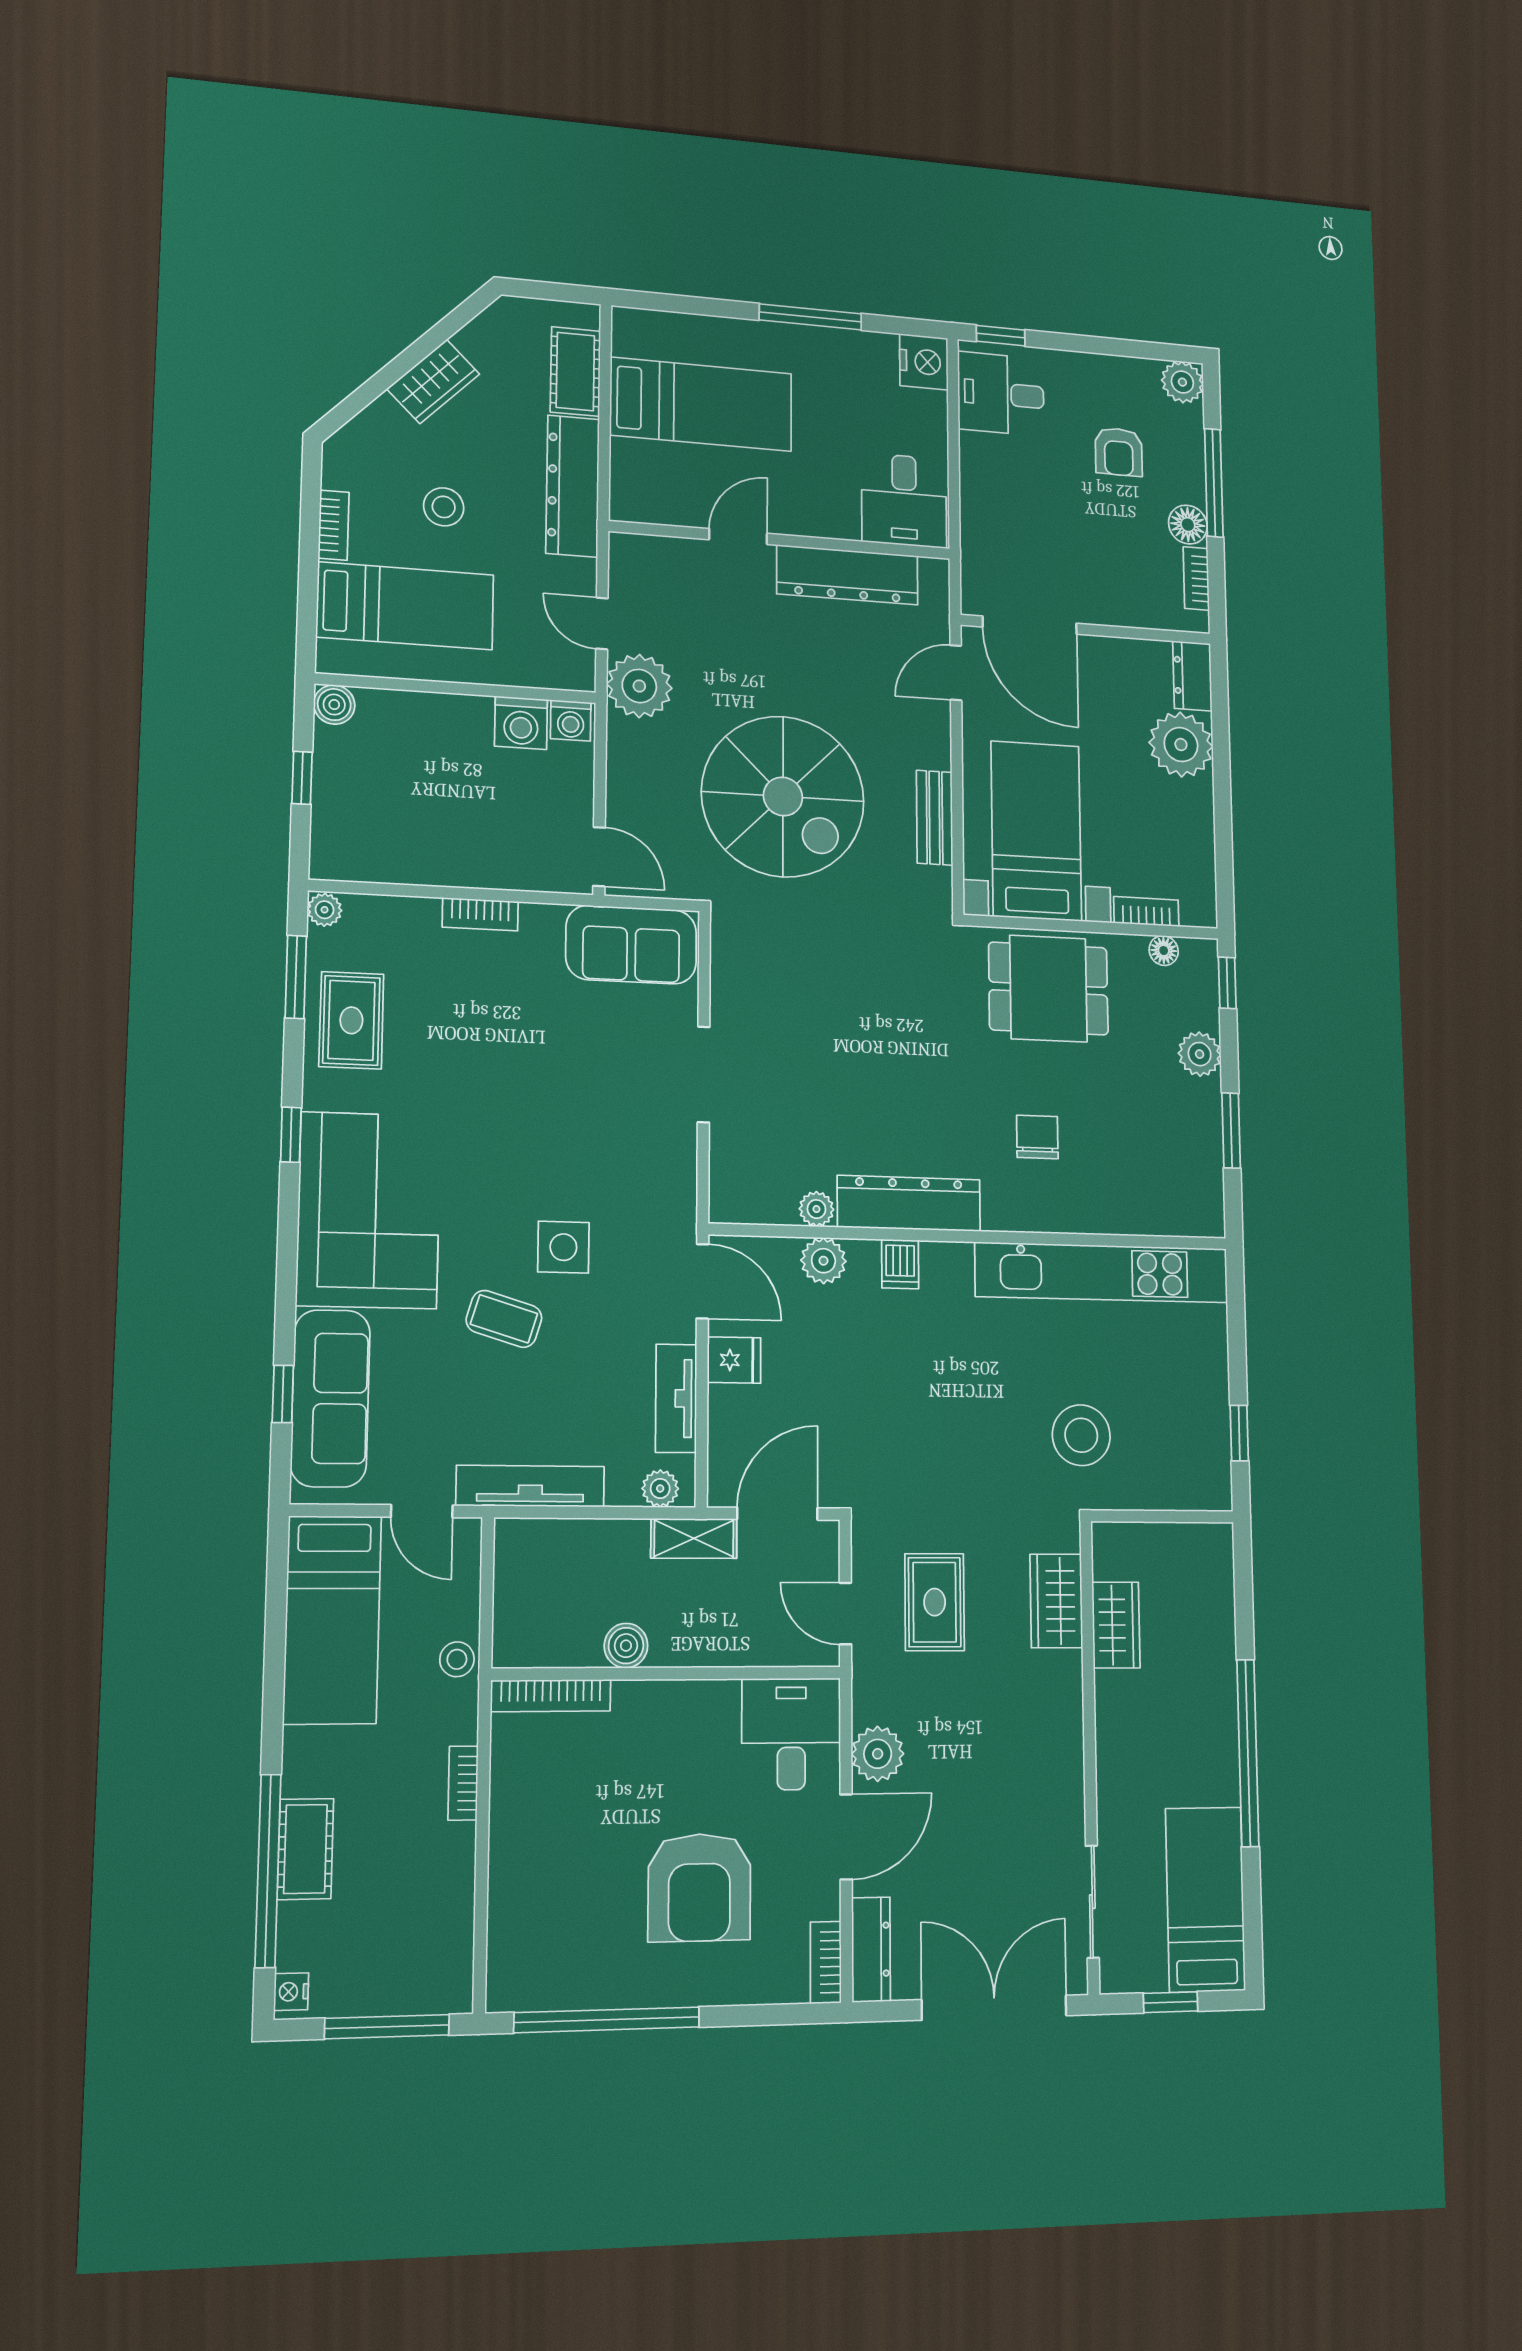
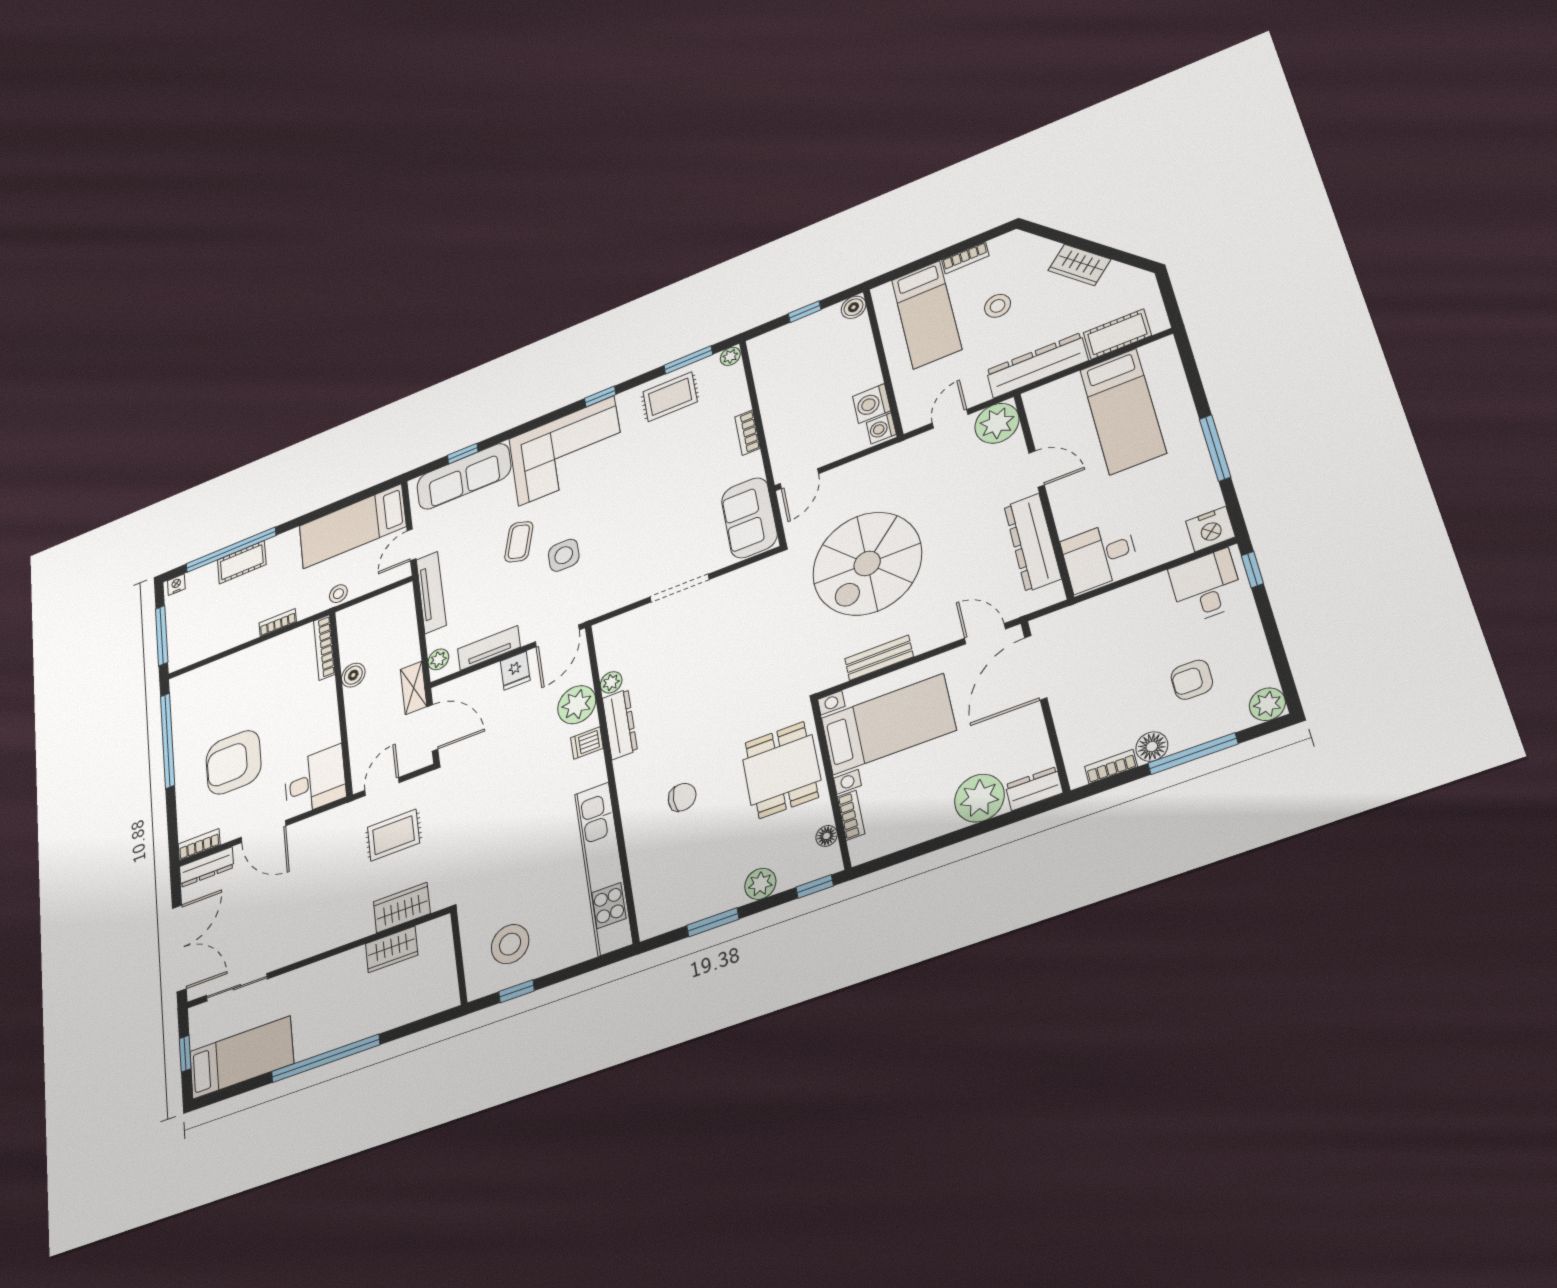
plant: (639, 686) -> (997, 423), moved
dresser: (909, 1203) -> (620, 724), width x0.73, depth x0.80
plant: (823, 1261) -> (577, 705), width x1.36, depth x1.36
stool: (1081, 1435) -> (510, 944), moved
plant: (878, 1754) -> (308, 833), removed

